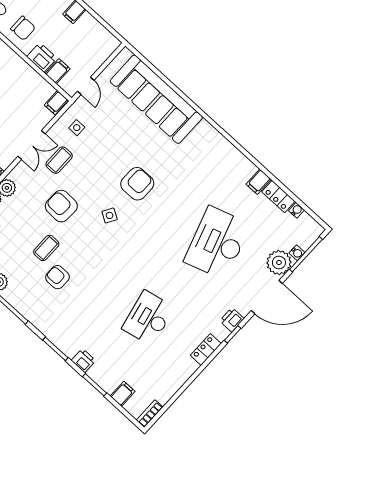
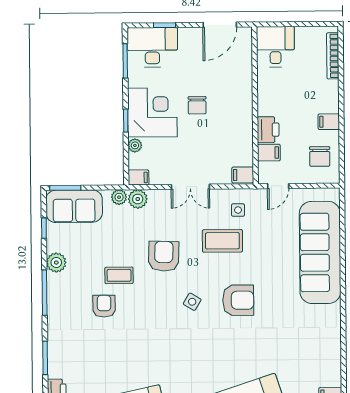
chair: (23, 28) -> (320, 156), moved
coffee table: (59, 160) -> (222, 241), moved, width x1.36, depth x1.30

